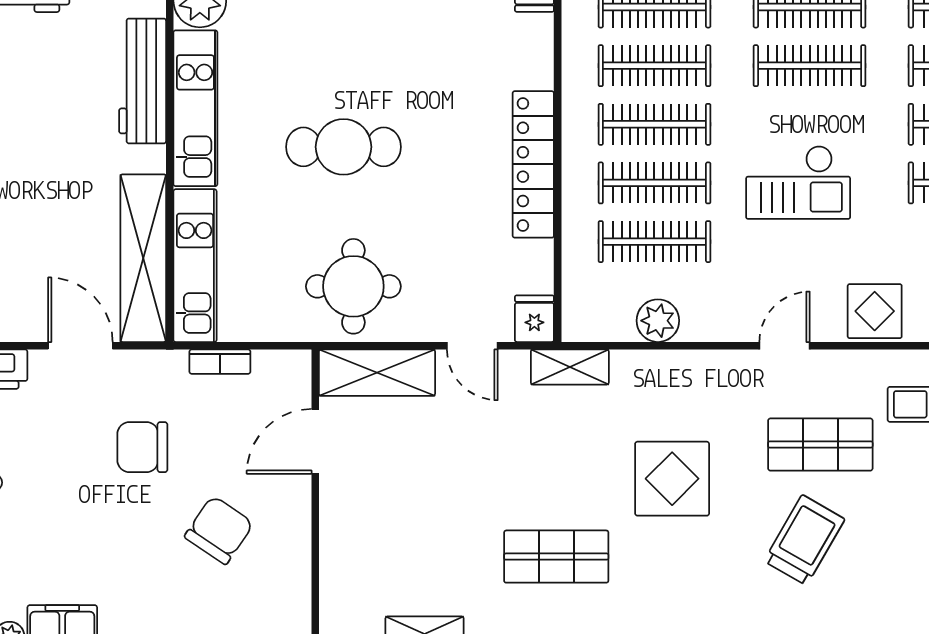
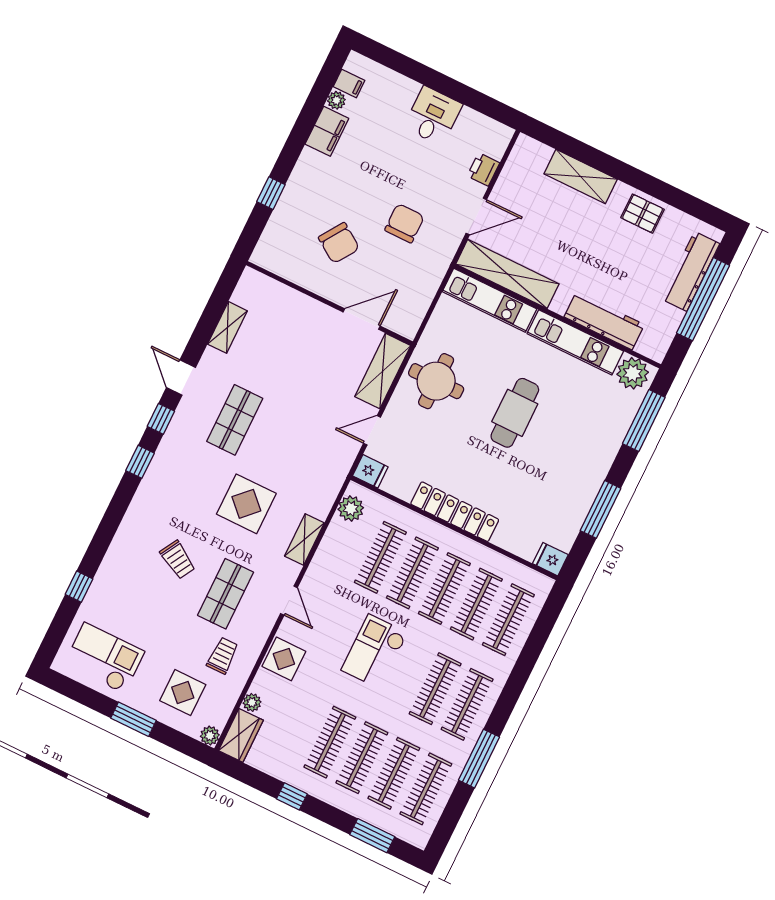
plant: (658, 321) -> (351, 509), moved
bookcase: (220, 362) -> (431, 288), removed
shelving: (570, 367) -> (304, 540), moved
door: (315, 441) -> (362, 319), hinge flipped
trolley: (804, 540) -> (178, 560), width x0.73, depth x0.72

